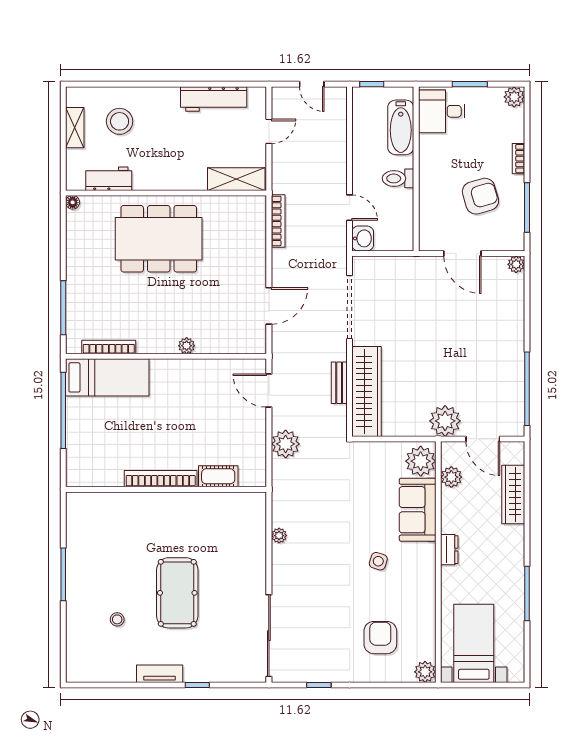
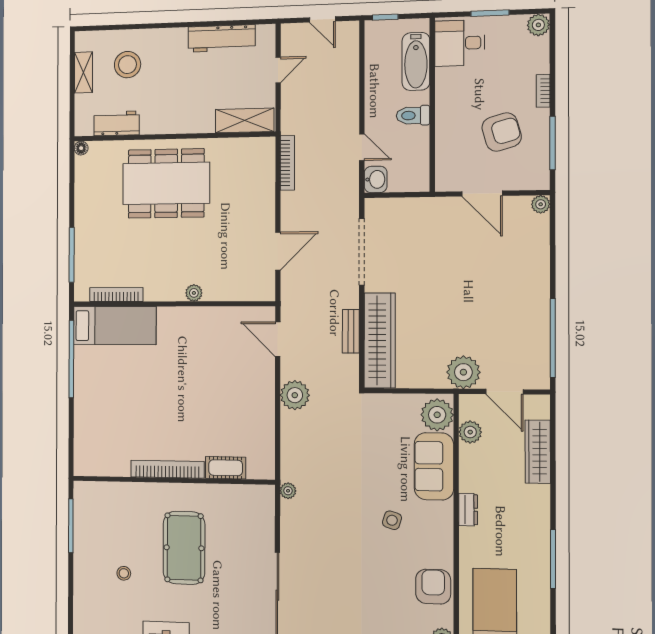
cot: (218, 476) -> (226, 468), moved
bookcase: (161, 479) -> (167, 469), moved
wall: (166, 489) -> (173, 480), moved
armchair: (380, 638) -> (433, 587), moved

